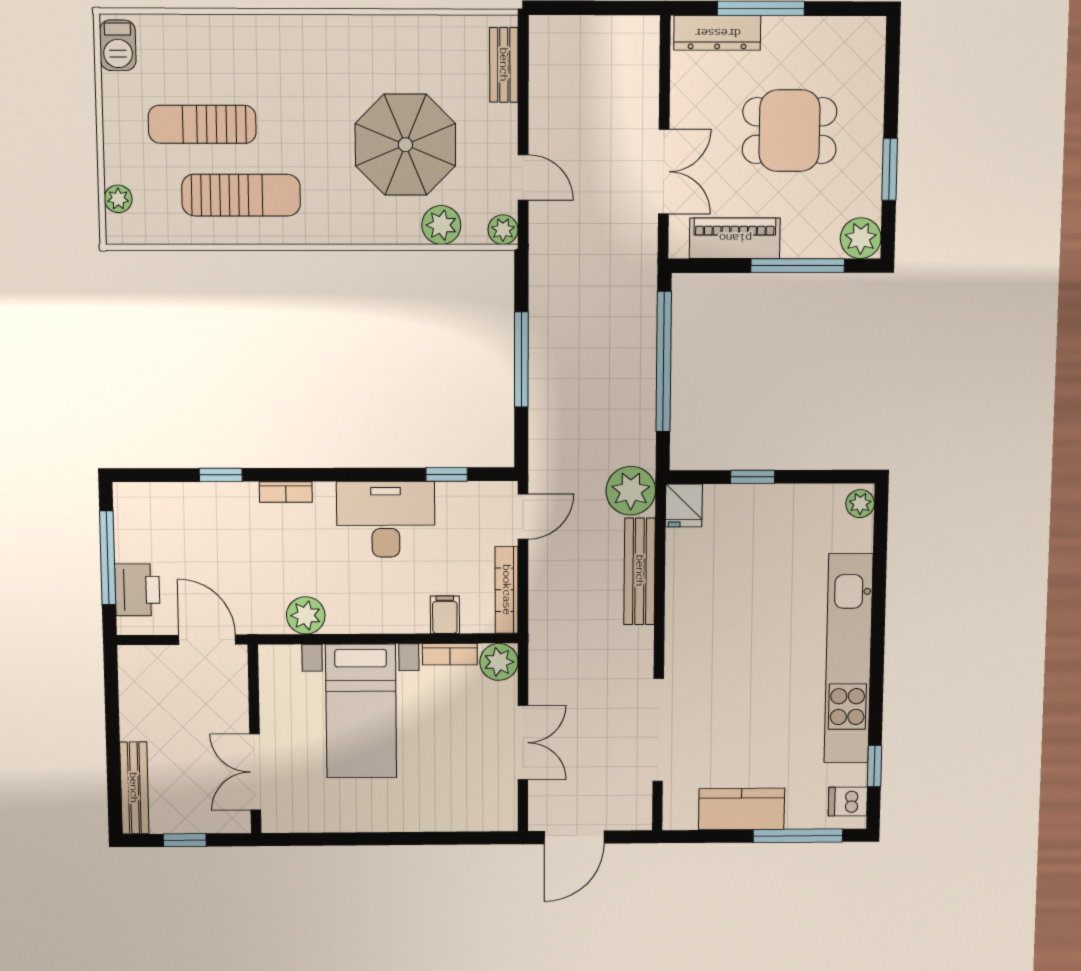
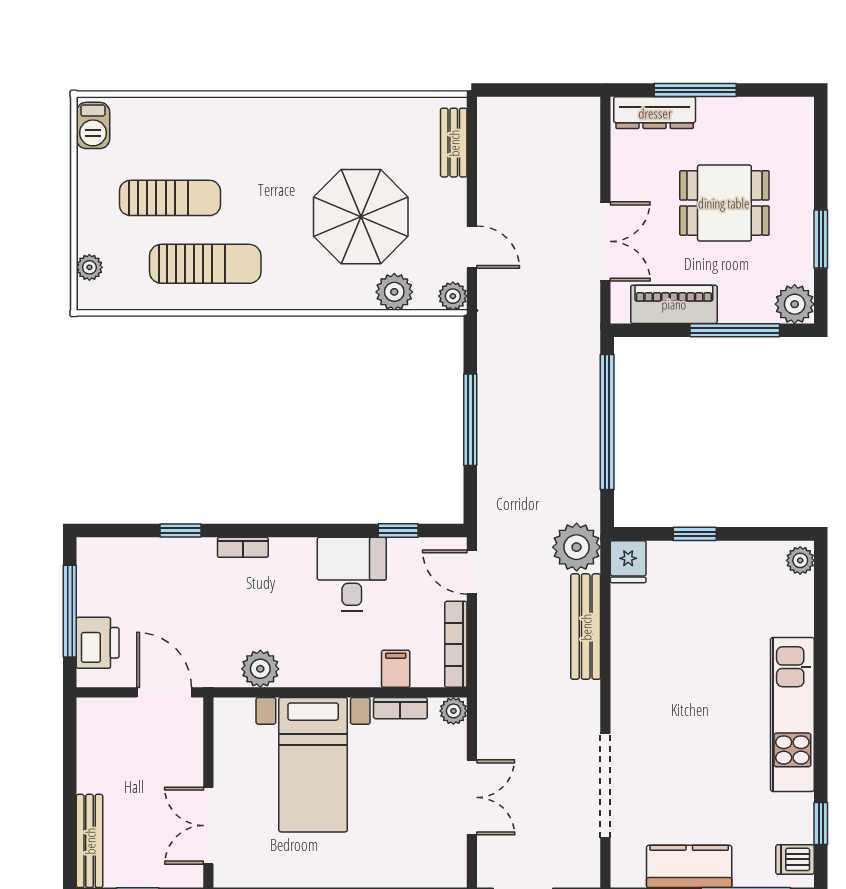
sun lounger: (202, 124) -> (170, 198), turned 180
door: (523, 517) -> (472, 572), swing flipped
desk: (386, 519) -> (352, 574), width x0.73
kitchen unit: (848, 659) -> (792, 714), width x0.73
plant: (499, 662) -> (453, 711), width x0.73, depth x0.73

